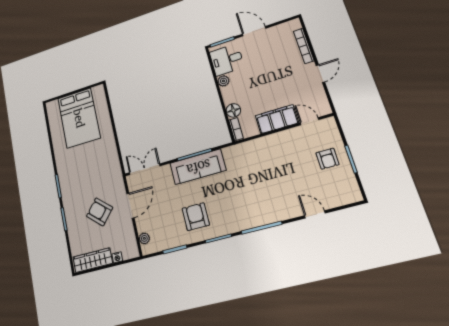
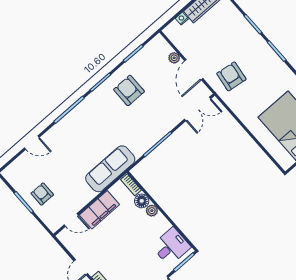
plant: (223, 81) -> (152, 211), moved
sofa: (198, 167) -> (110, 169), moved
armchair: (100, 212) -> (231, 76), moved, turned -124
armchair: (196, 217) -> (129, 90), turned 180
plant: (144, 238) -> (174, 58), moved

